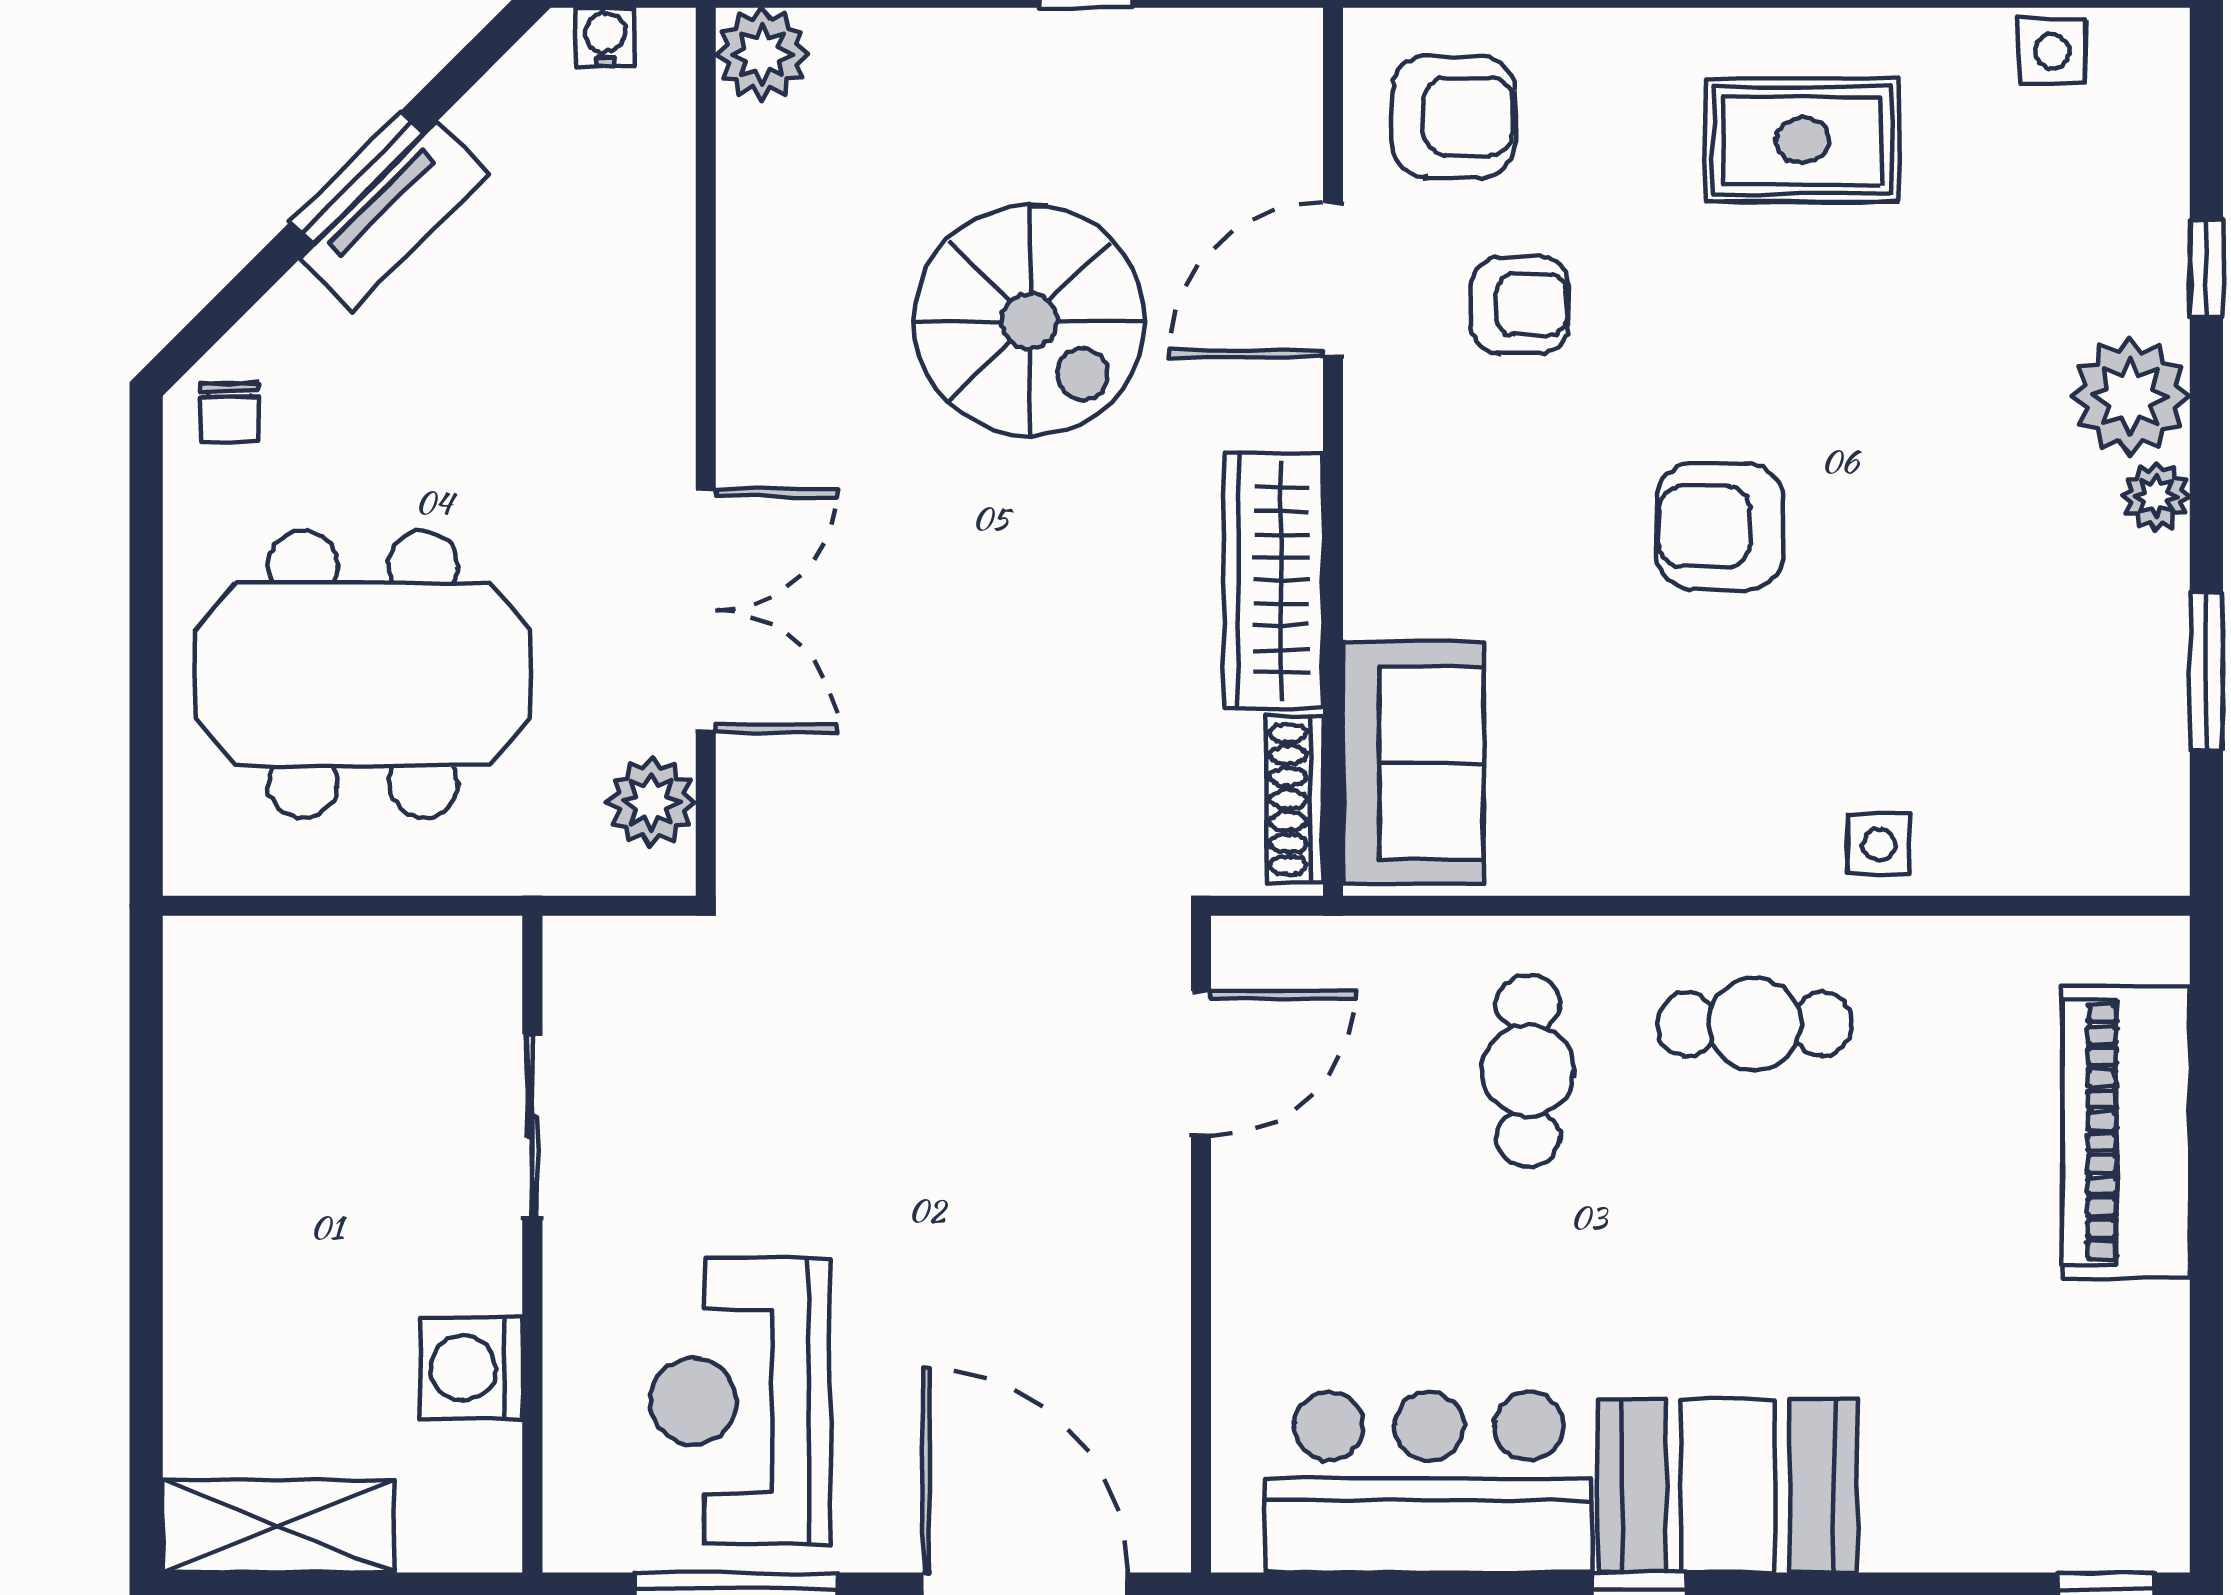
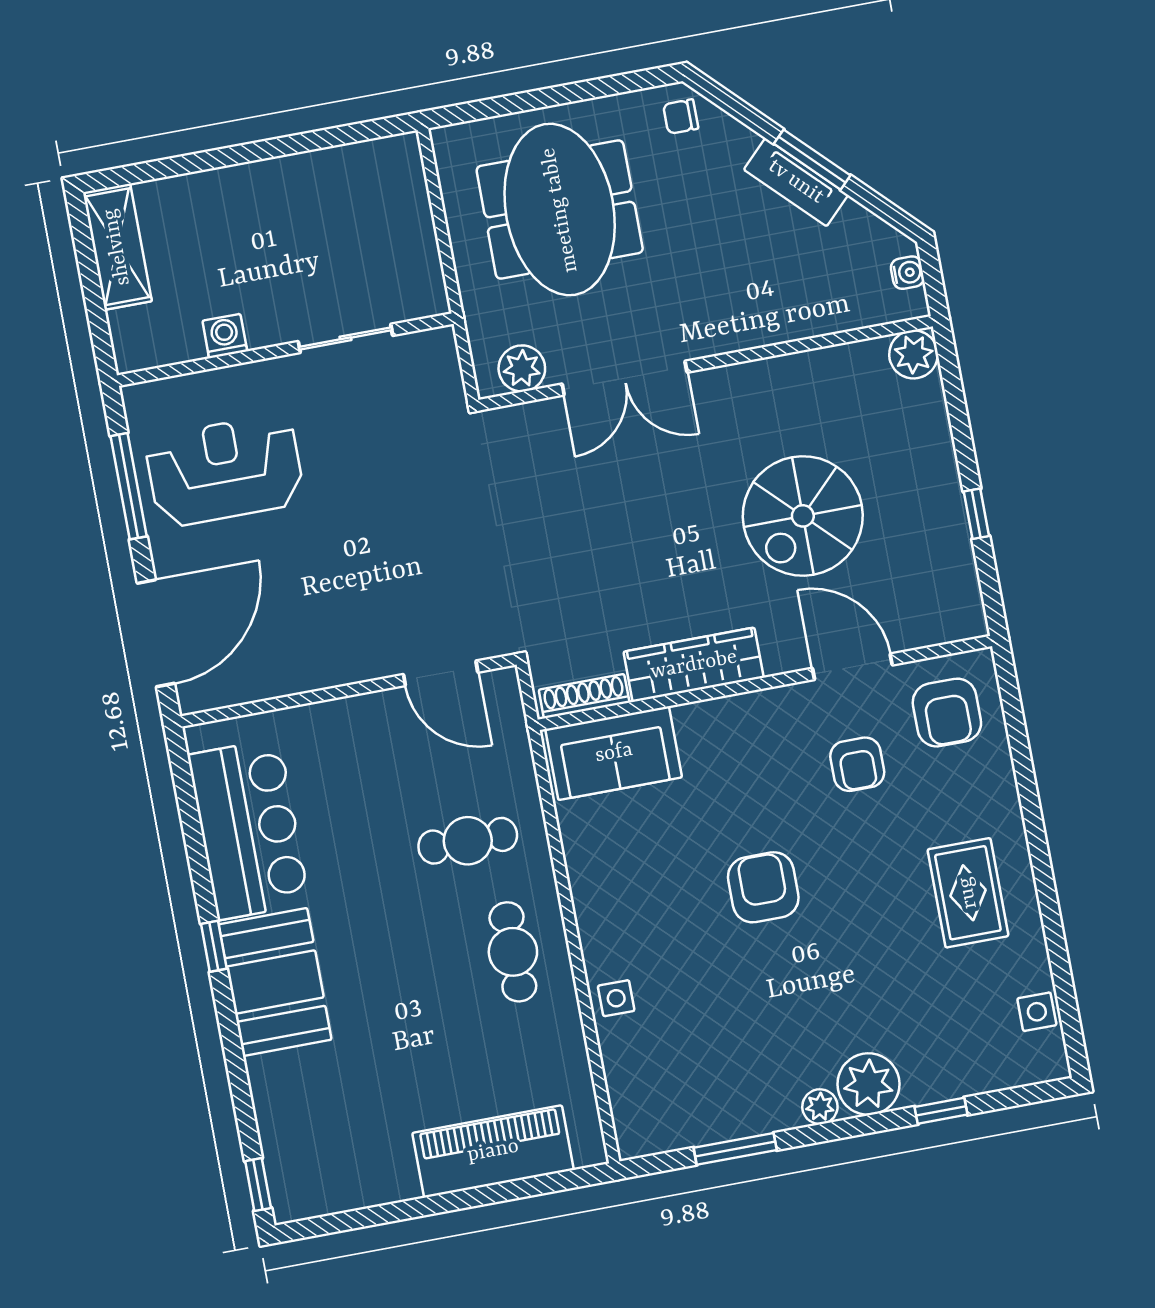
washing machine: (471, 1368) -> (225, 336), width x0.73, depth x0.73

